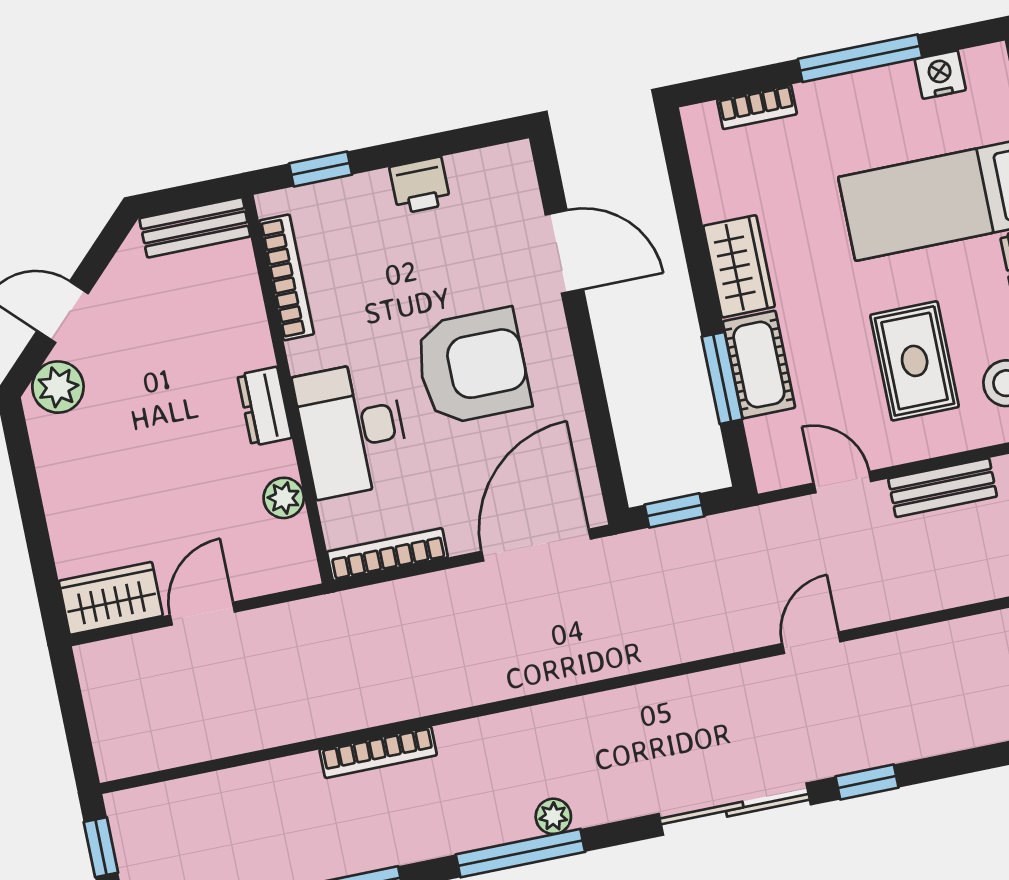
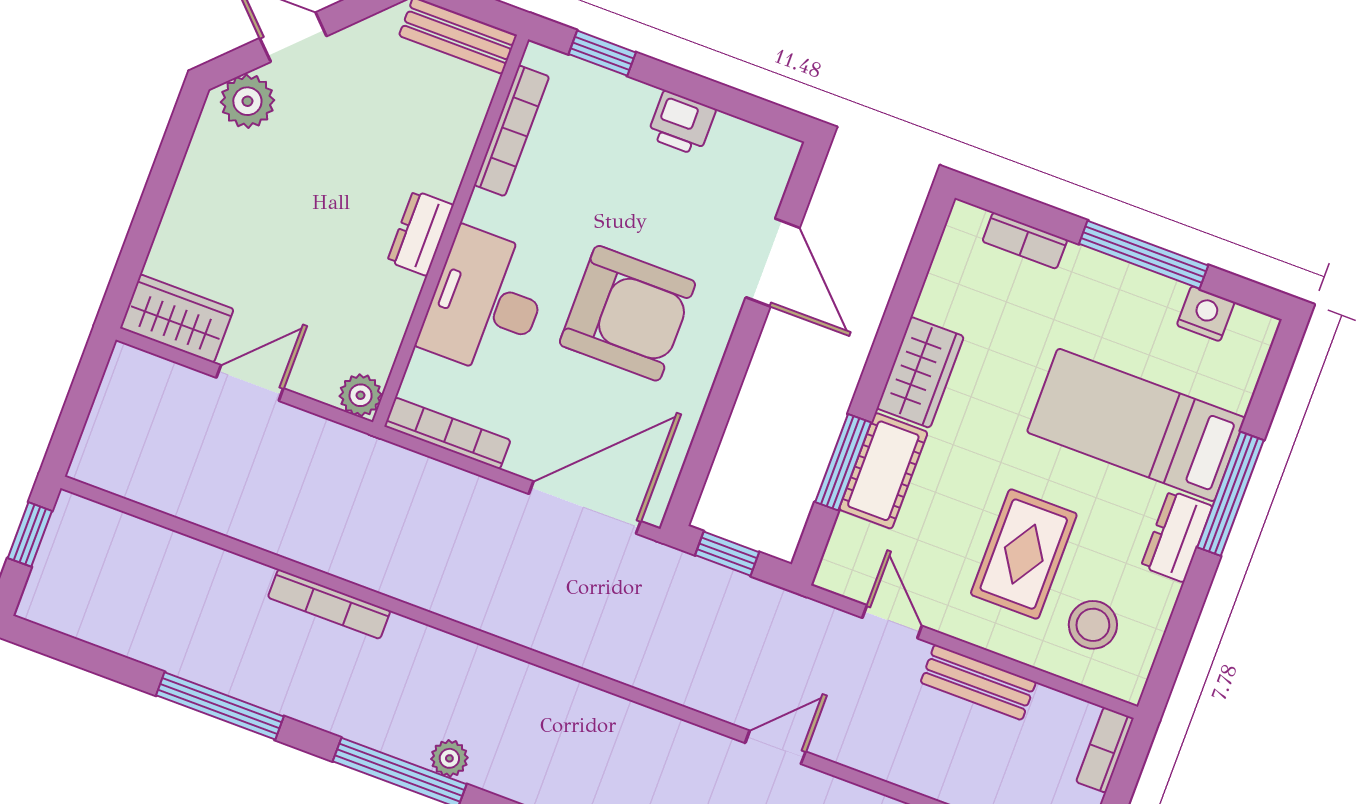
plant: (284, 498) -> (361, 395), moved

